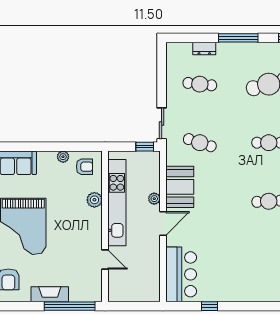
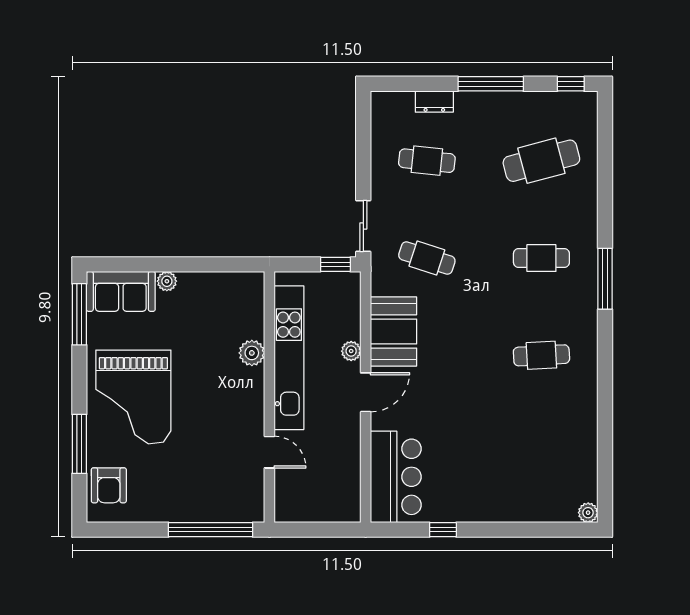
plant: (63, 157) -> (167, 281), moved
armchair: (84, 167) -> (235, 298), removed
fireplace: (50, 294) -> (178, 510), removed

